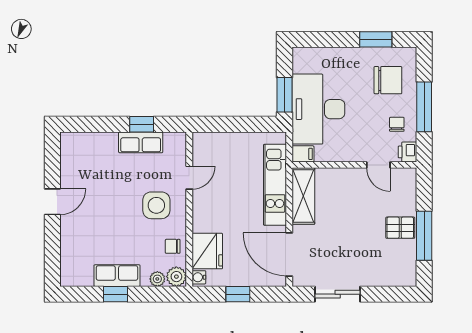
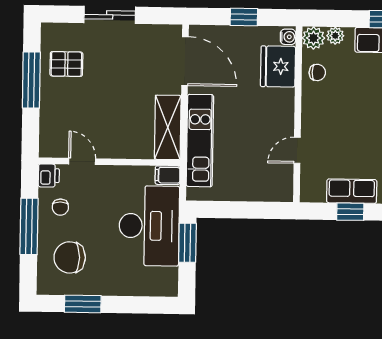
side table: (156, 205) -> (335, 119), removed
pallet: (400, 228) -> (66, 64), moved
sliding door: (338, 294) -> (110, 15), moved

